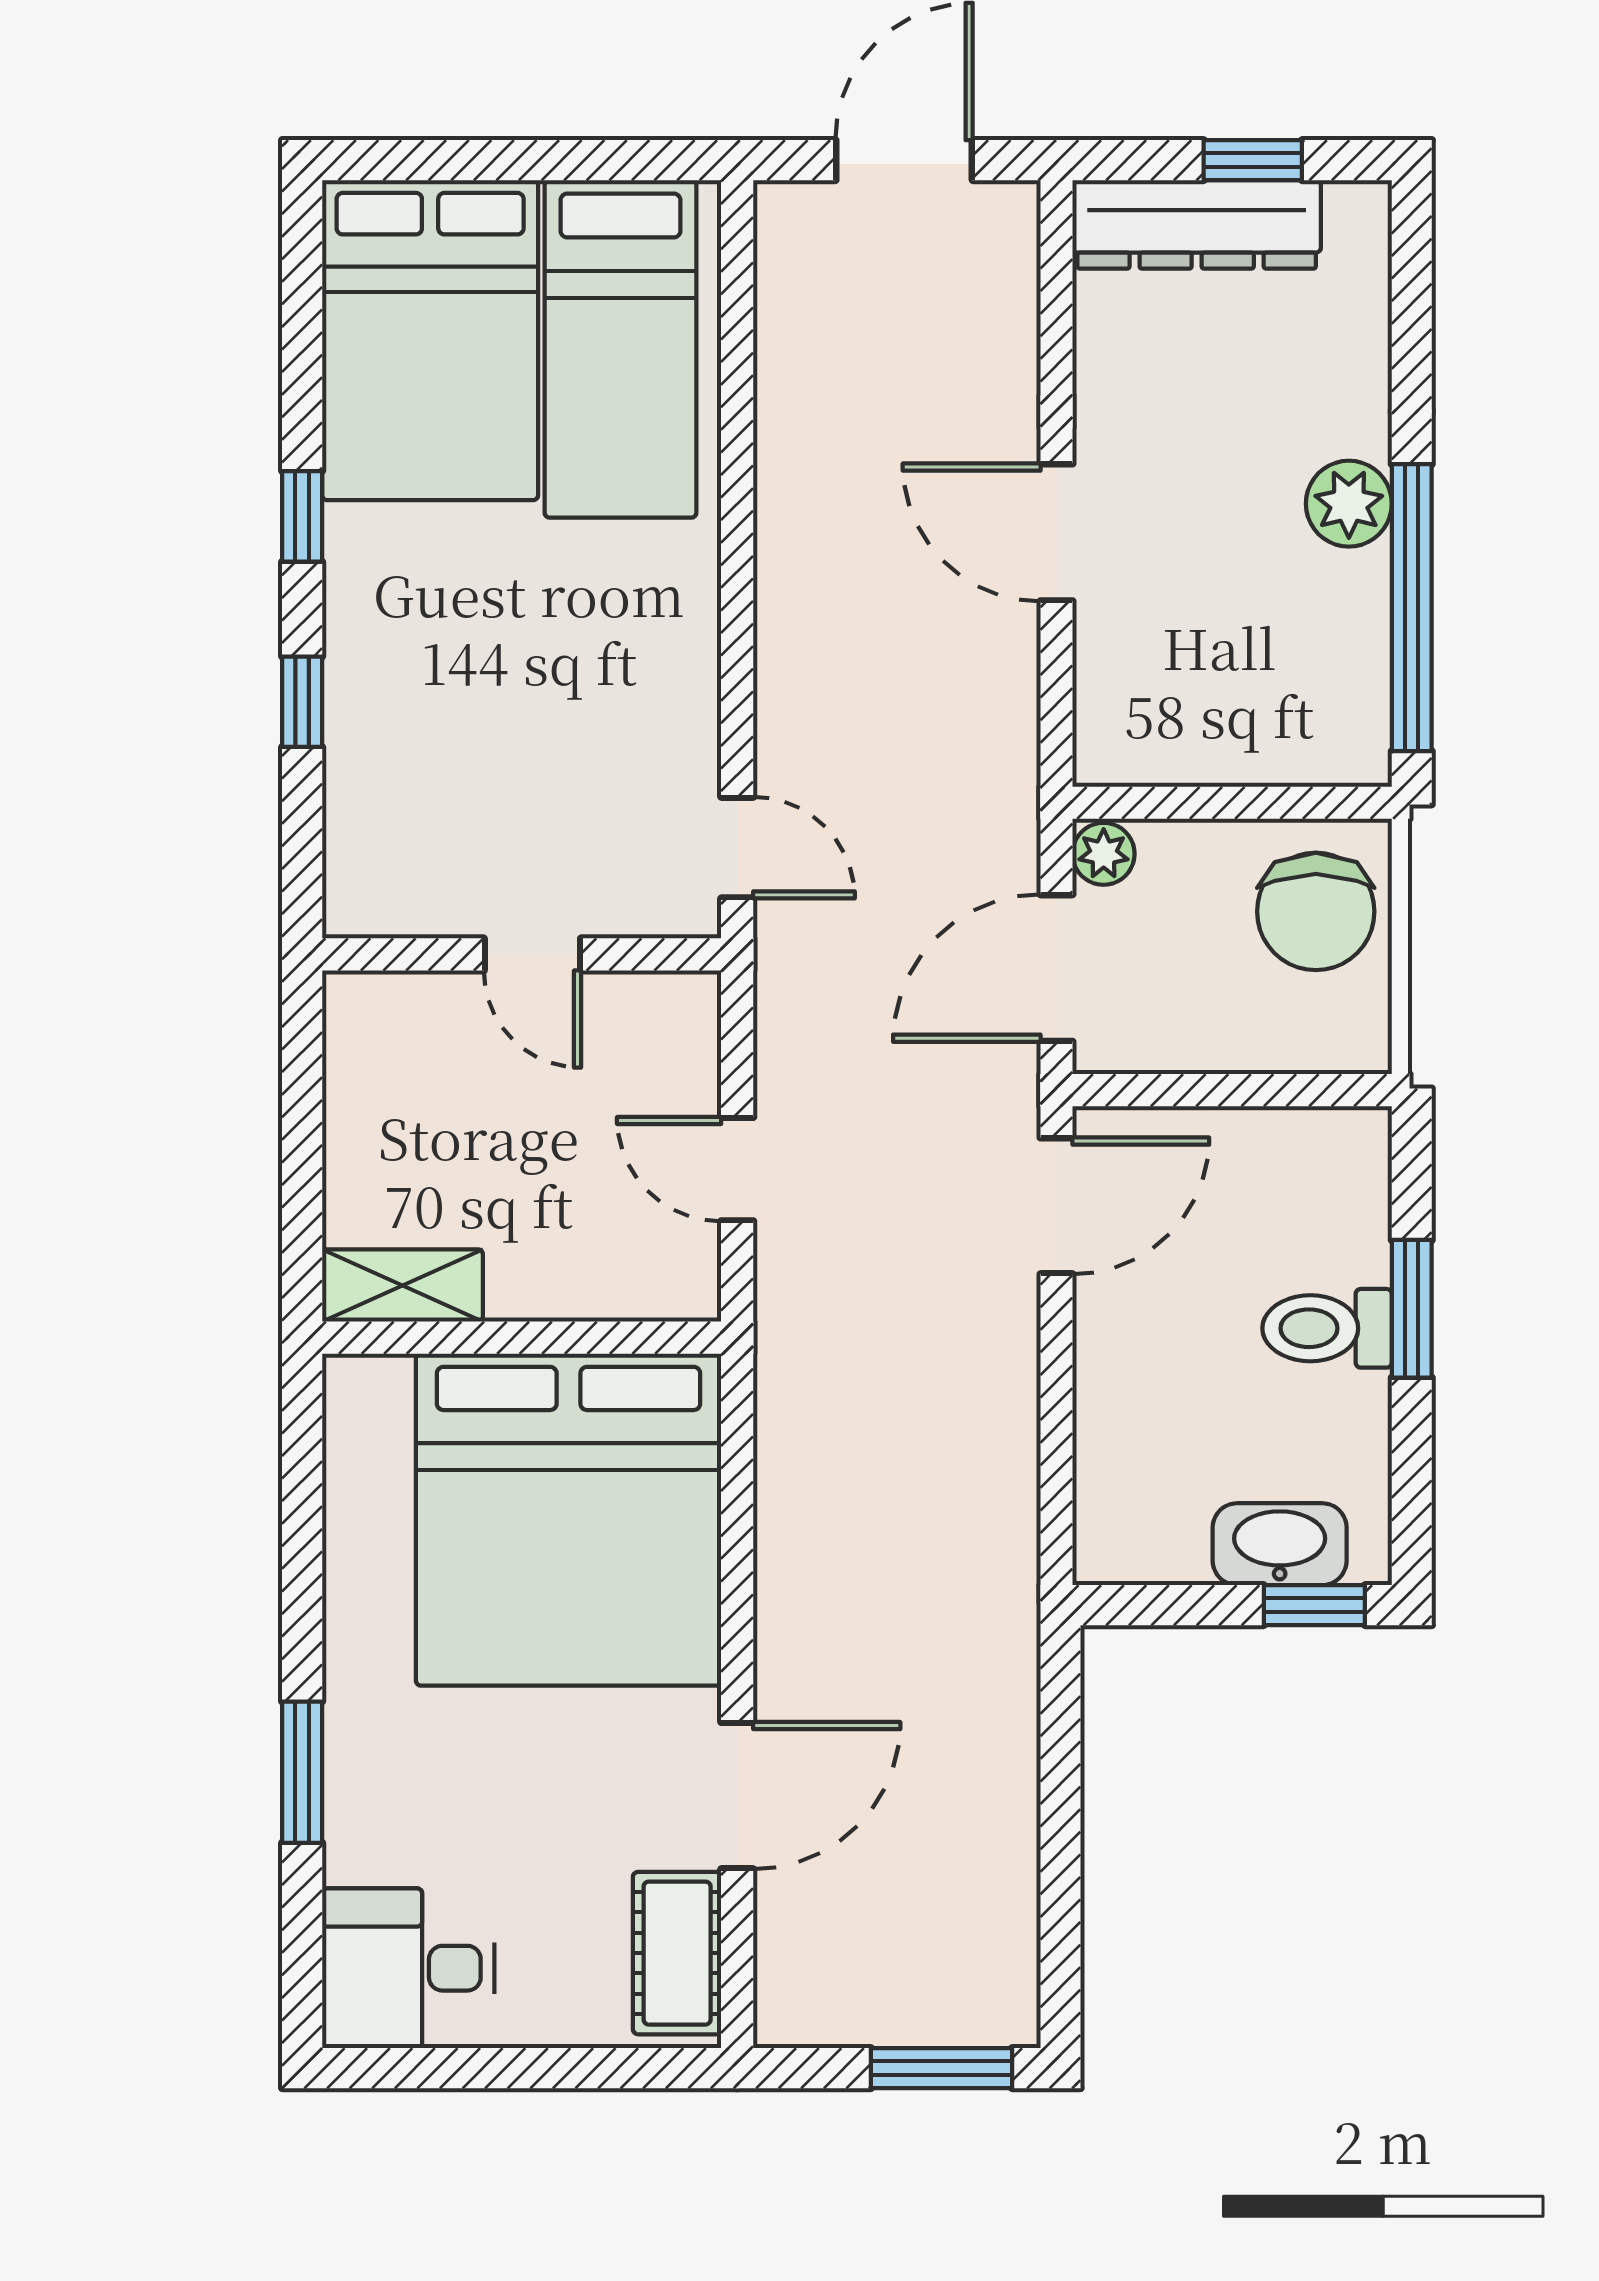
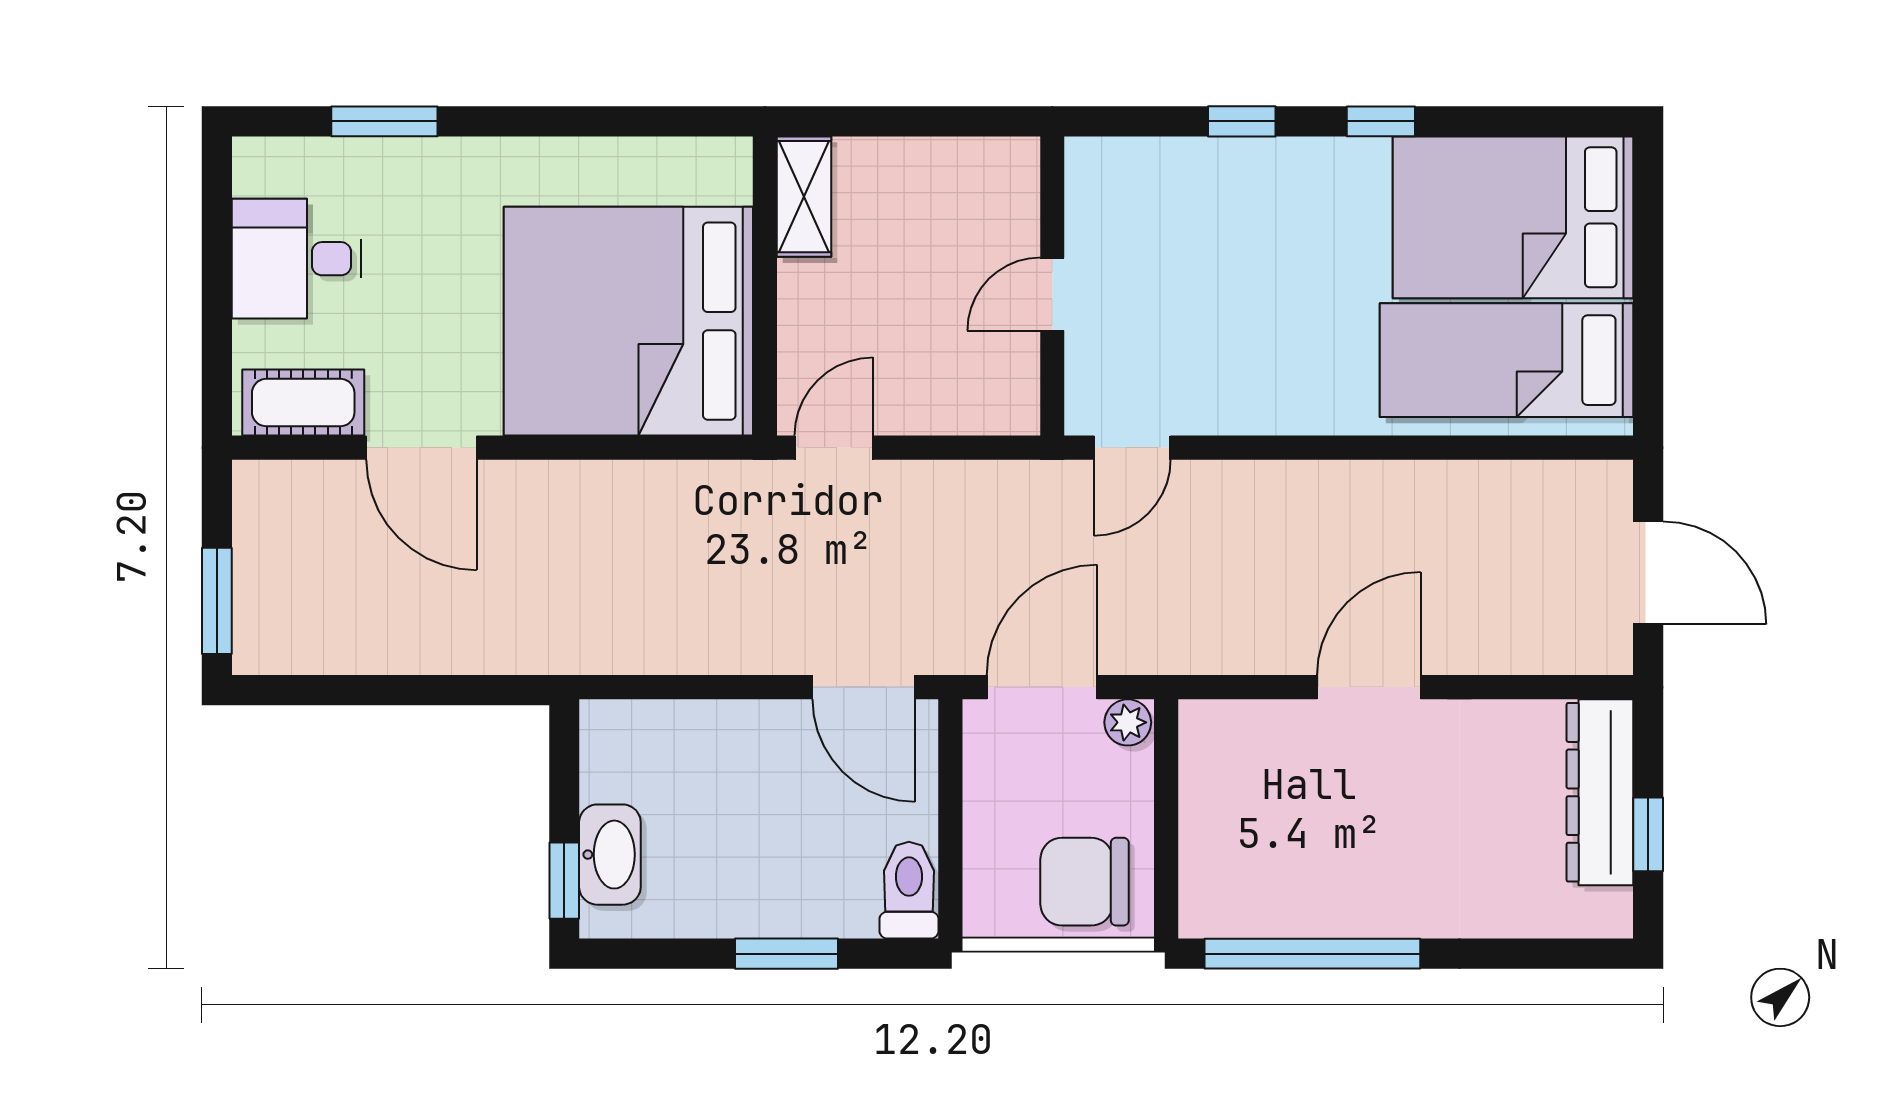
plant: (1349, 504) -> (1390, 906), removed
door: (1057, 968) -> (1042, 687), hinge flipped
door: (737, 1169) -> (834, 448), moved
toilet: (1327, 1328) -> (909, 890), moved
window: (302, 1772) -> (384, 121), moved
desk: (408, 1968) -> (297, 259), moved, turned -90

